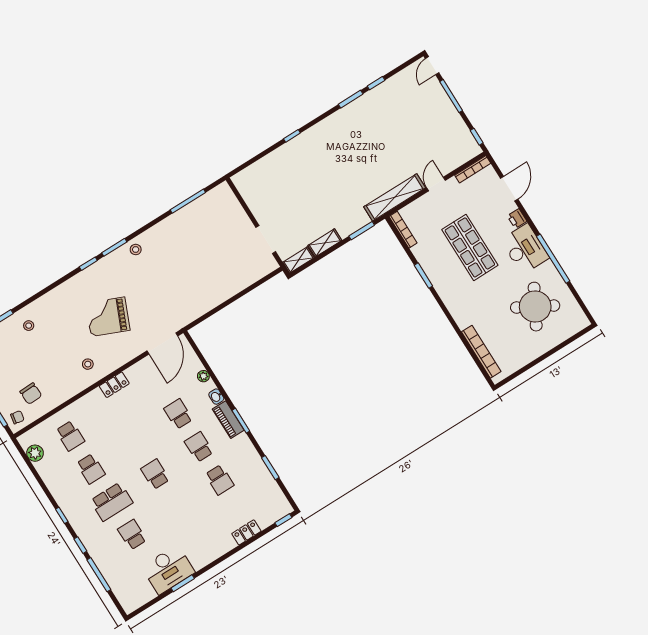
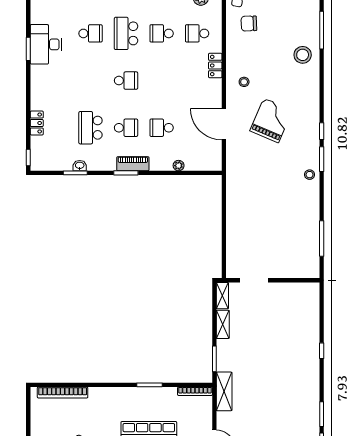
shelving: (395, 197) -> (224, 391), width x0.68
stool: (29, 326) -> (303, 55), width x1.89, depth x1.89
door: (162, 343) -> (224, 124), moved
locker: (114, 385) -> (215, 65), moved
washbasin: (216, 397) -> (80, 166), moved
school desk: (178, 414) -> (162, 128), turned 180
school desk: (220, 480) -> (90, 128), width x1.85

